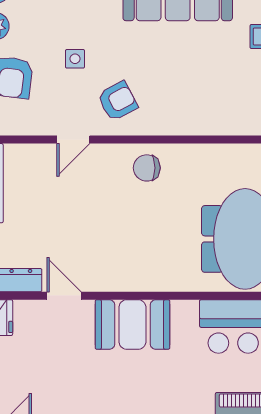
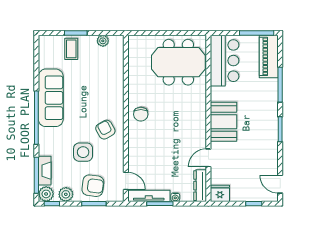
side table: (75, 59) -> (83, 152), width x1.87, depth x1.87
door: (73, 140) -> (126, 181), moved

